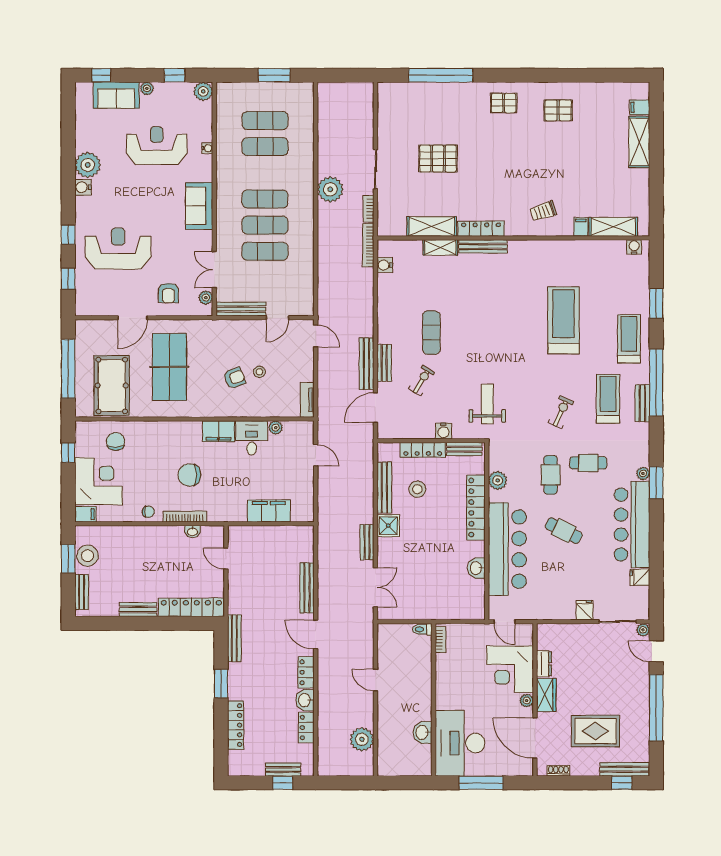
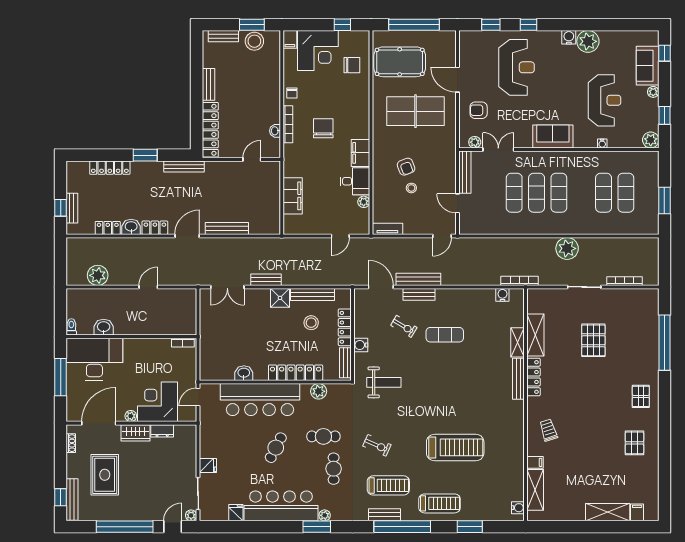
bookcase: (369, 209) -> (624, 281), moved, width x1.56
toilet: (422, 629) -> (71, 327), moved

